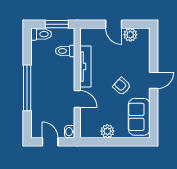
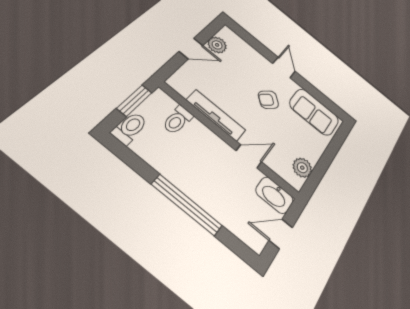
plant: (107, 131) -> (302, 168), moved
washbasin: (70, 132) -> (274, 195), width x1.91, depth x1.45

